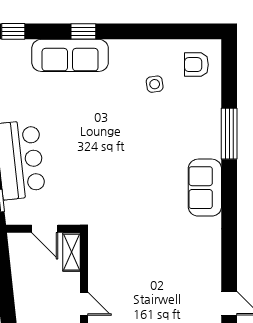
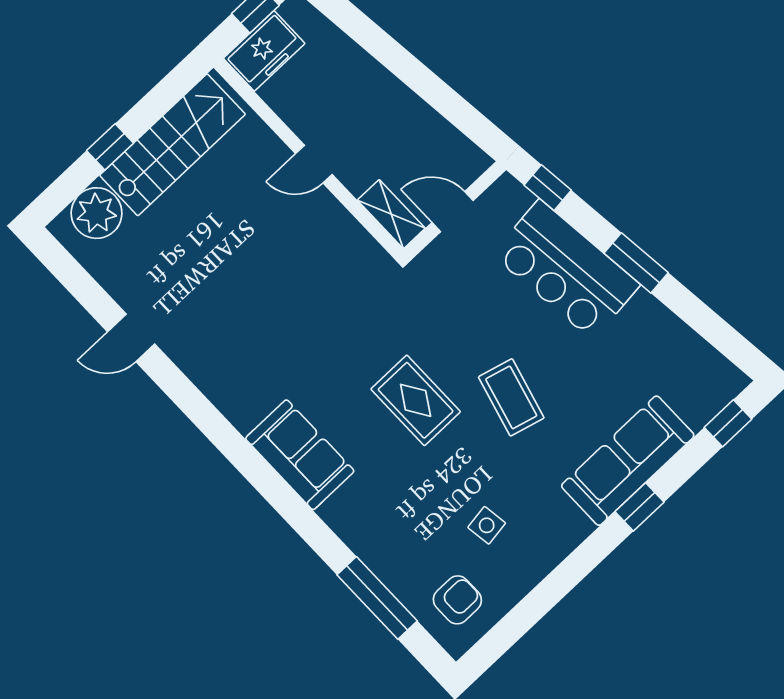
coffee table: (94, 128) -> (511, 397), added
window: (229, 134) -> (377, 598), moved
rug: (135, 165) -> (416, 400), added

